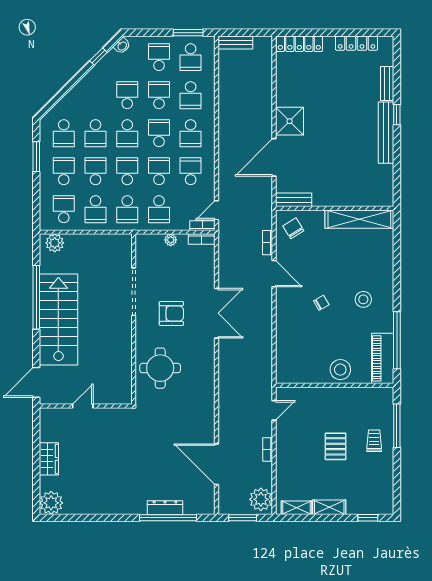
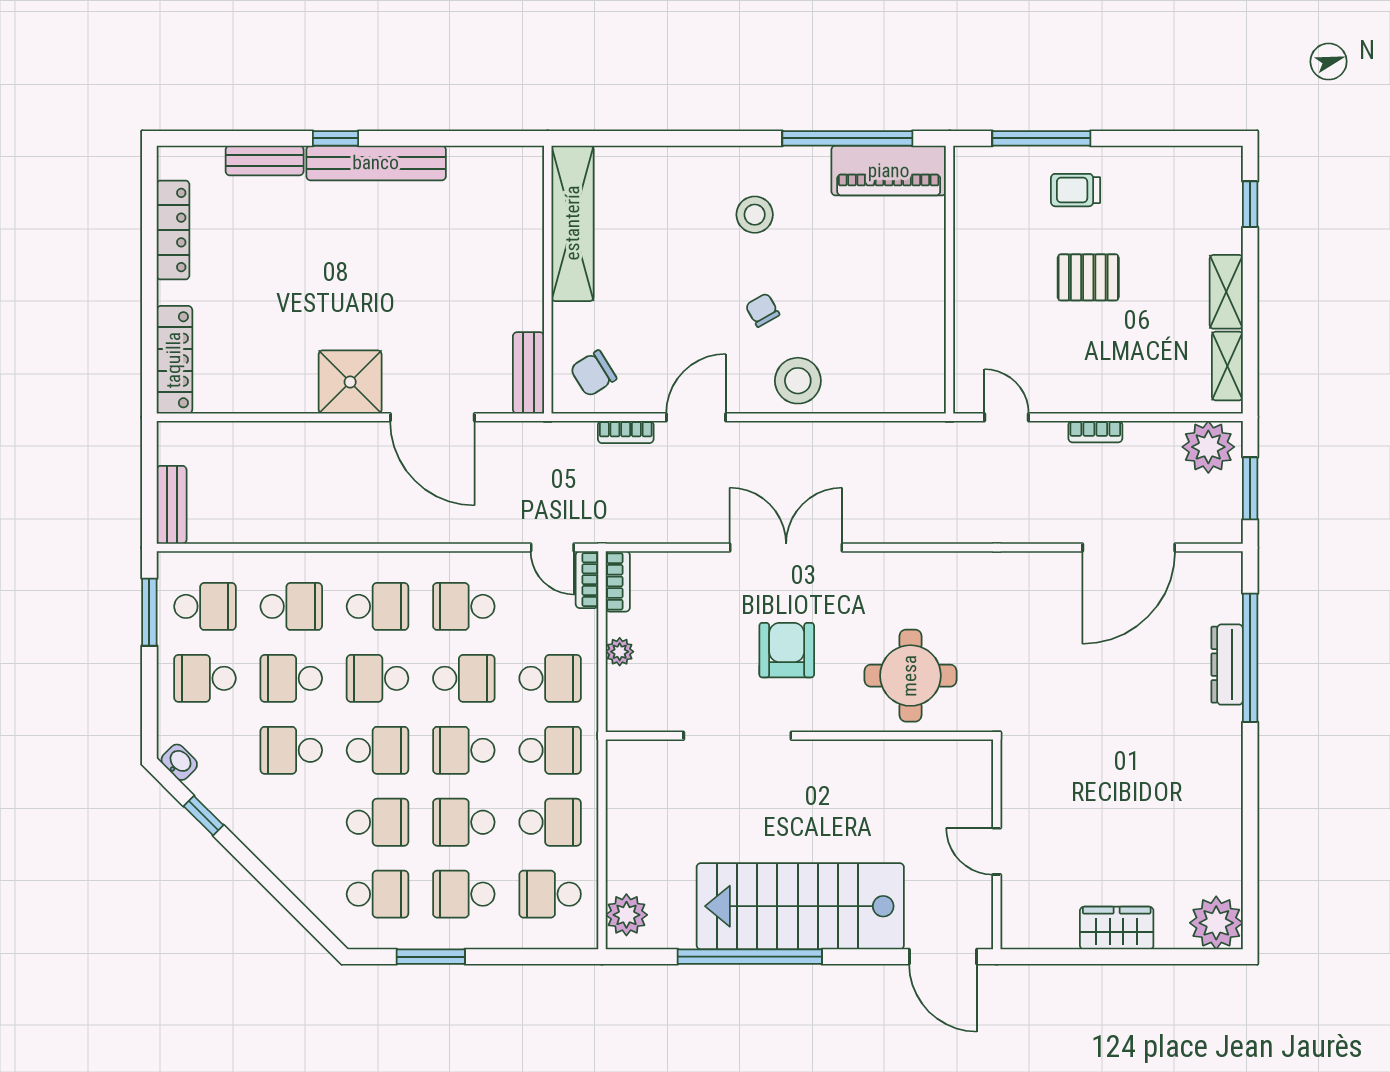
school desk: (159, 171) -> (464, 678), turned 180
stool: (340, 370) -> (798, 381), moved

